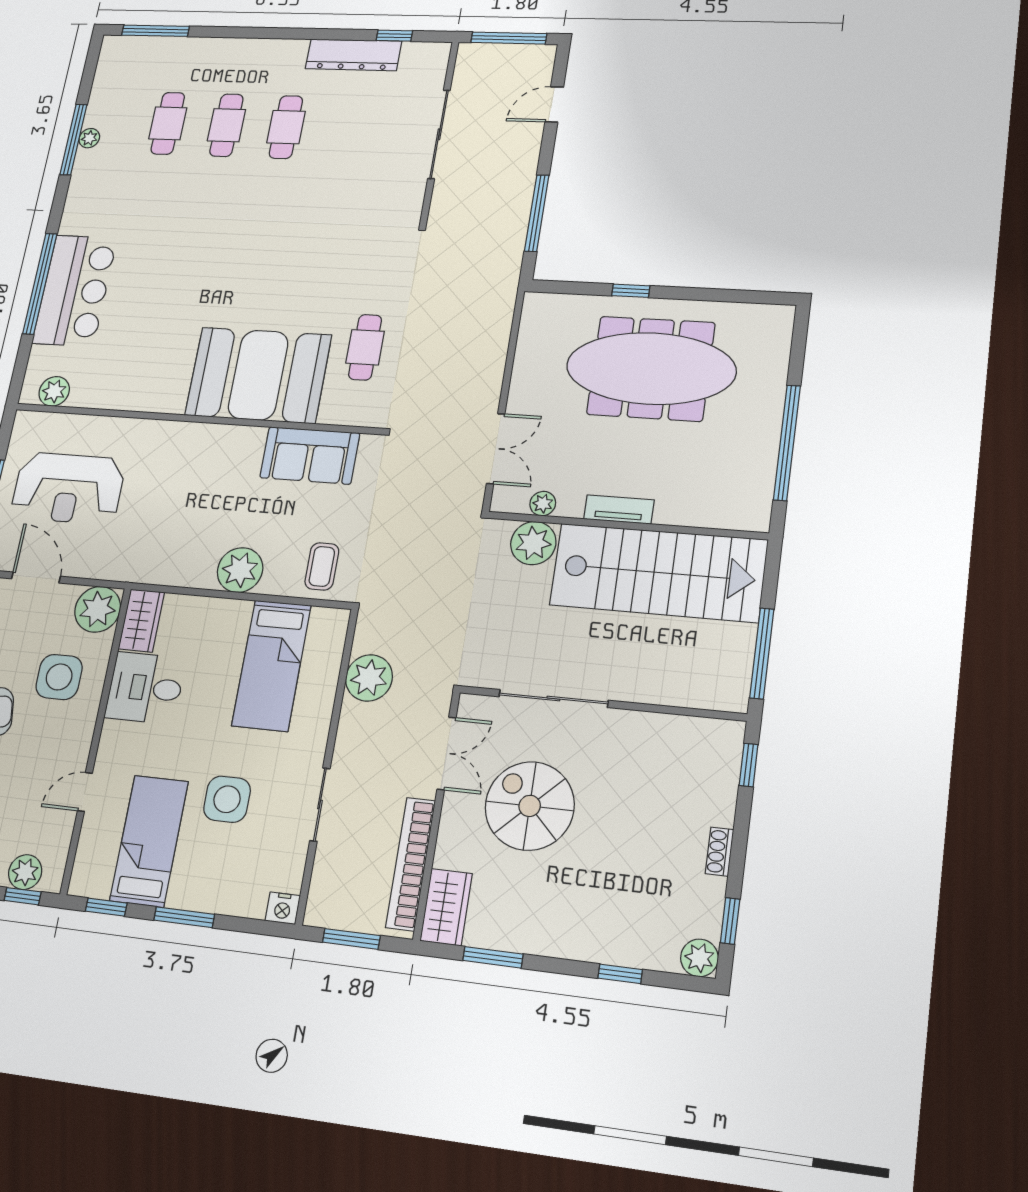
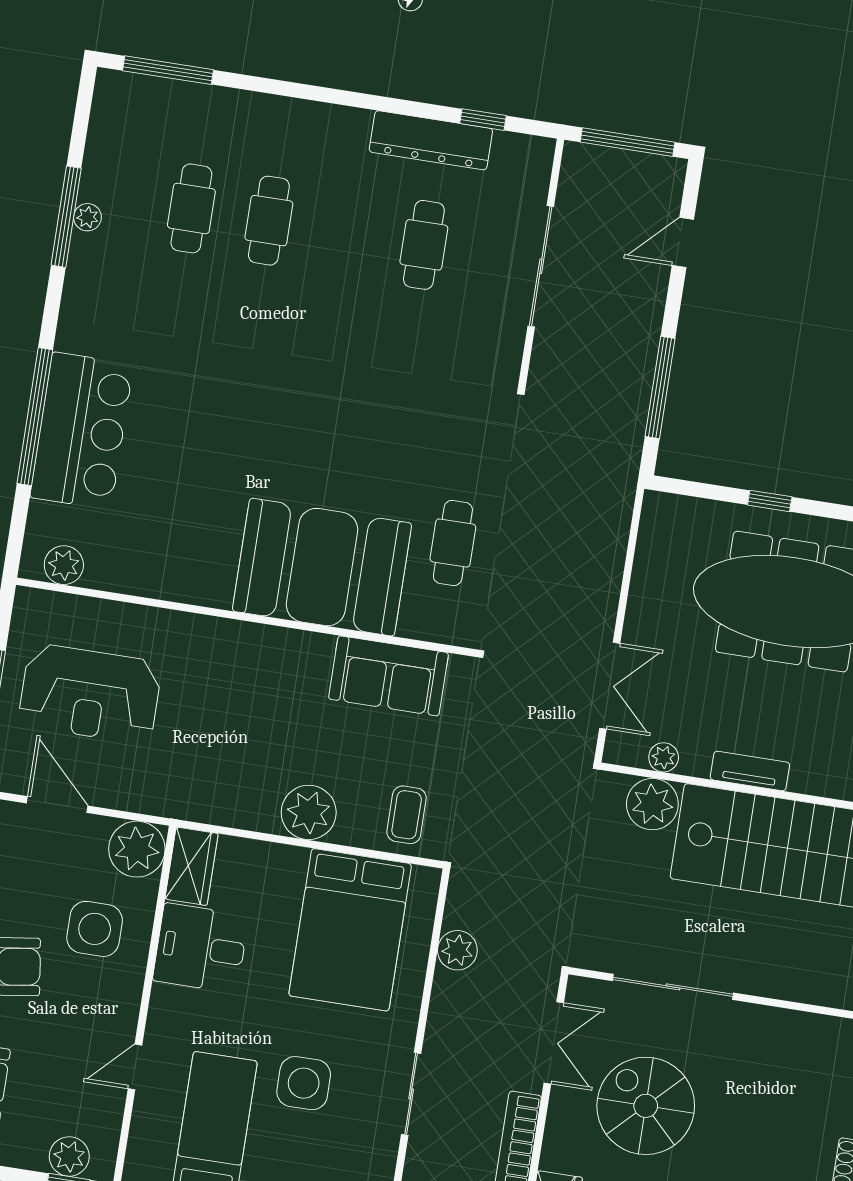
cafe table: (286, 127) -> (424, 245), moved
bed: (271, 665) -> (350, 930), width x1.50
plant: (369, 678) -> (457, 950), width x0.73, depth x0.73

